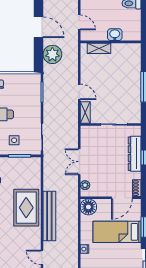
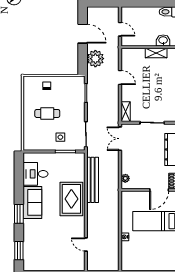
washbasin: (115, 35) -> (163, 40), moved
shelving: (99, 48) -> (156, 53), moved
door: (79, 92) -> (120, 77), moved
double door: (79, 162) -> (120, 139), moved
floor lamp: (88, 207) -> (128, 198), removed
bench: (49, 216) -> (93, 180), moved

